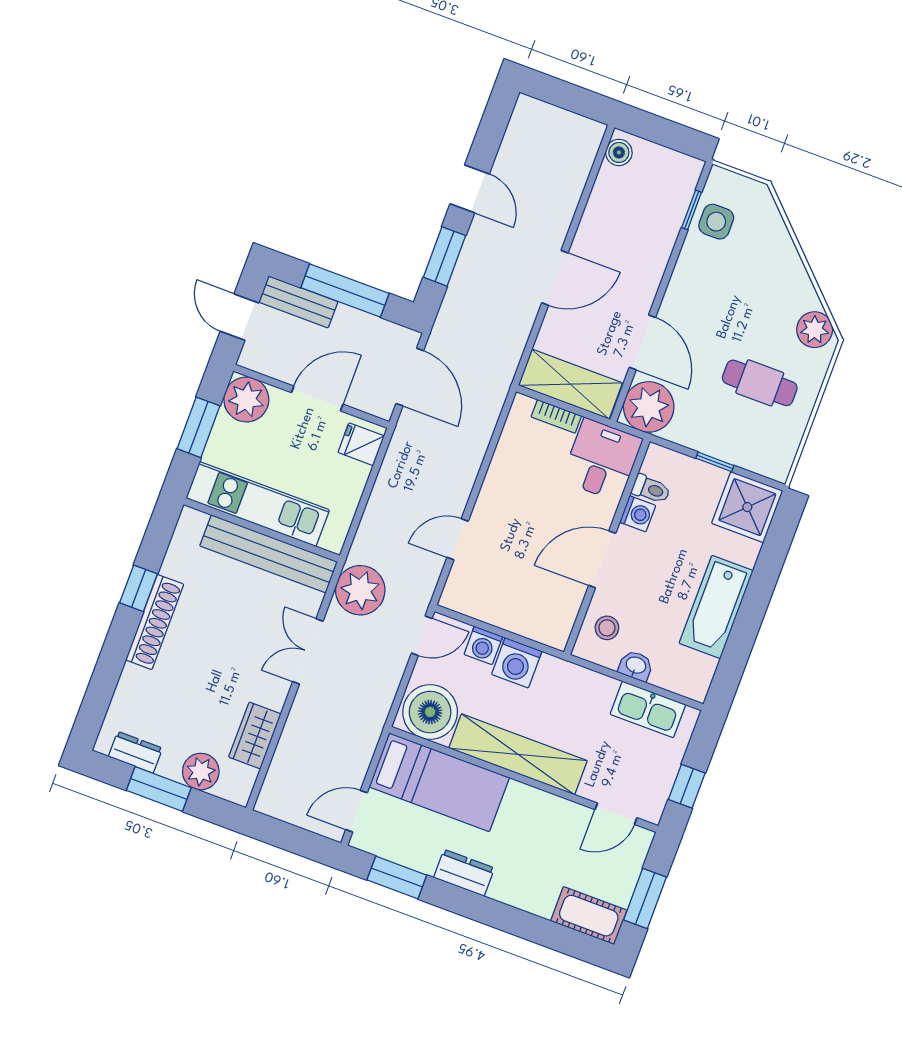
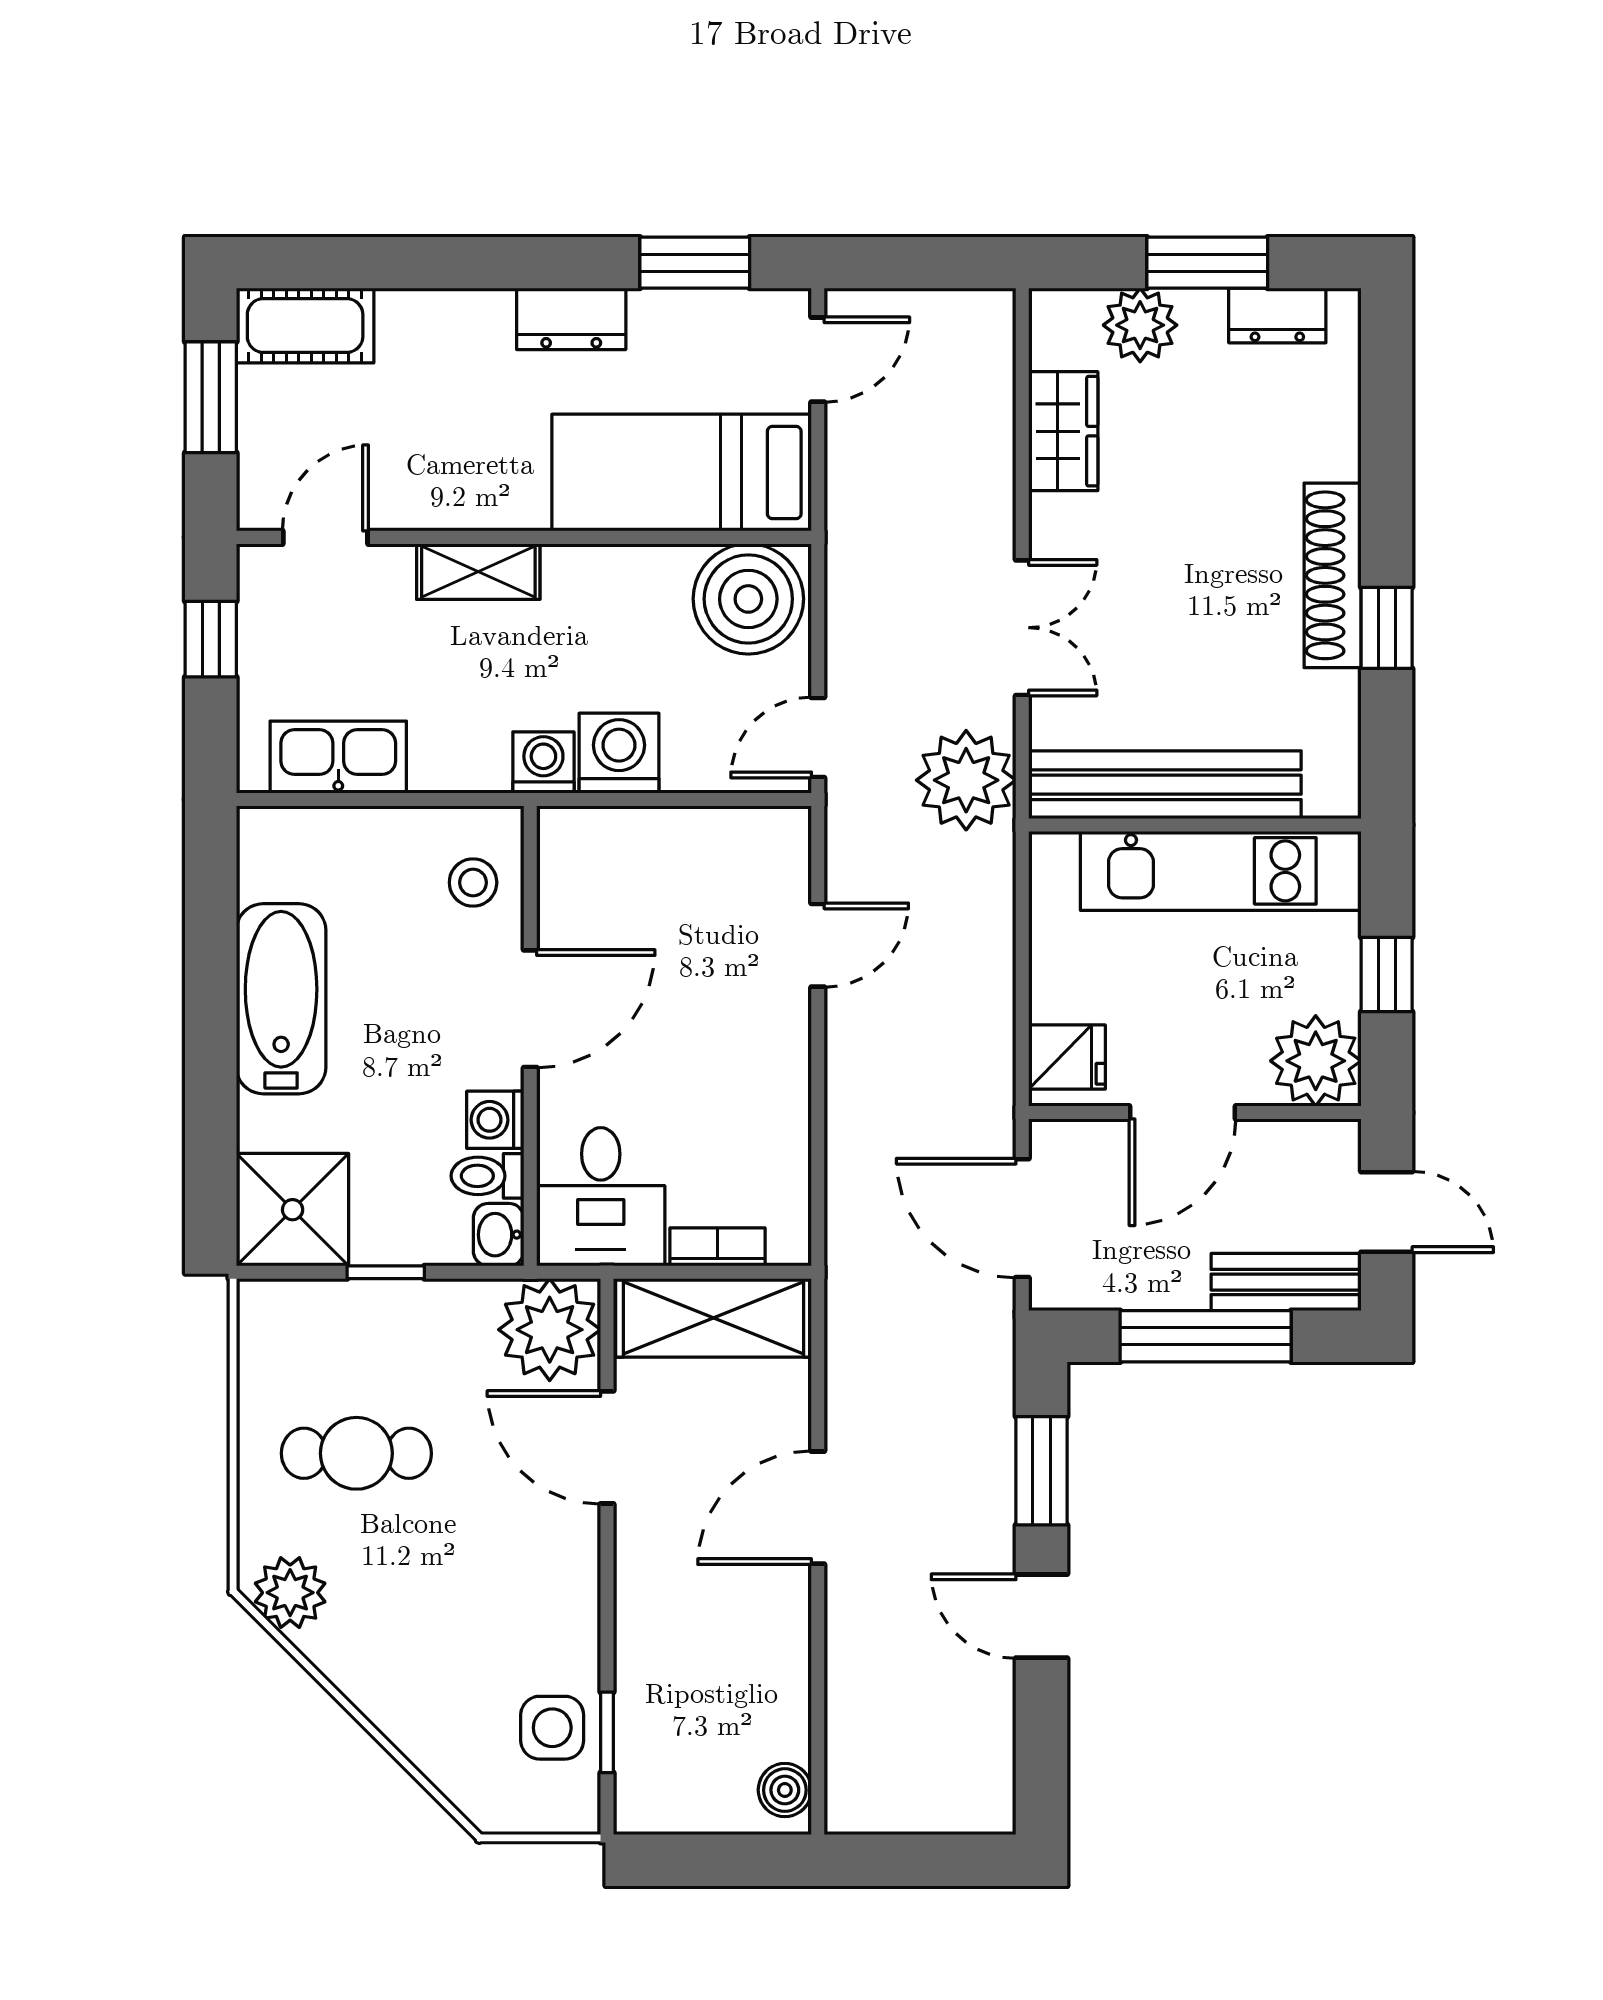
window: (198, 427) -> (1387, 975), width x0.67
washing machine: (483, 645) -> (543, 762), moved
washbasin: (636, 666) -> (499, 1235), moved, turned 90
shelving: (518, 754) -> (478, 572), width x0.45, depth x0.75

